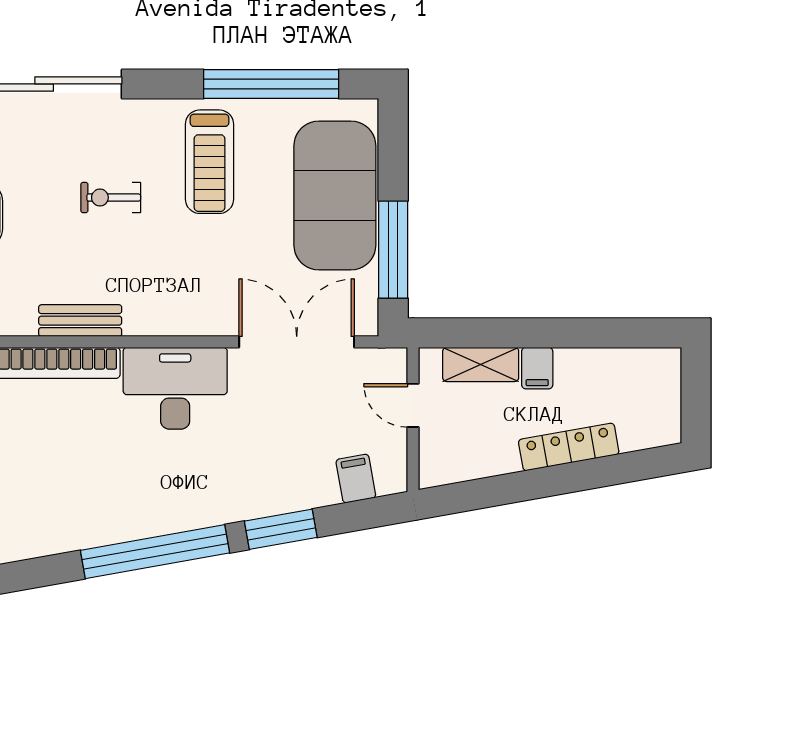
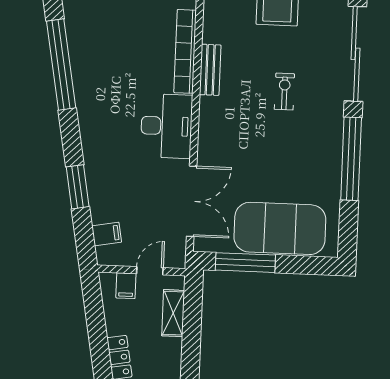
window: (271, 84) -> (351, 159), moved
treadmill: (210, 162) -> (304, 153), removed
filing cabinet: (537, 368) -> (126, 286), moved, turned -90
window: (155, 552) -> (61, 64), moved

